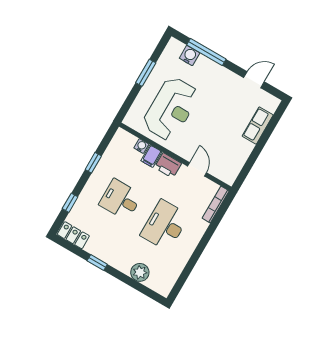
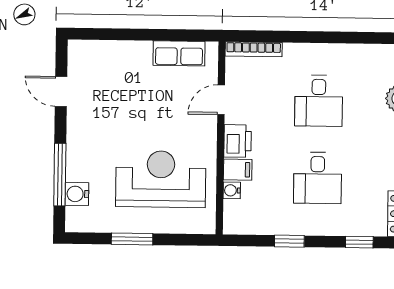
row of seats: (258, 126) -> (179, 53), moved
desk: (165, 225) -> (319, 101), width x0.73

